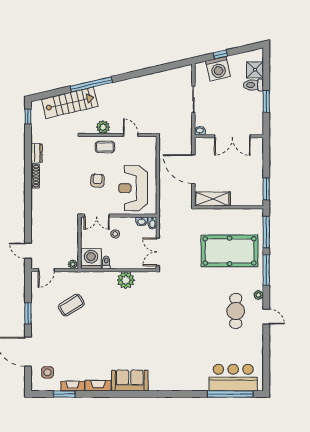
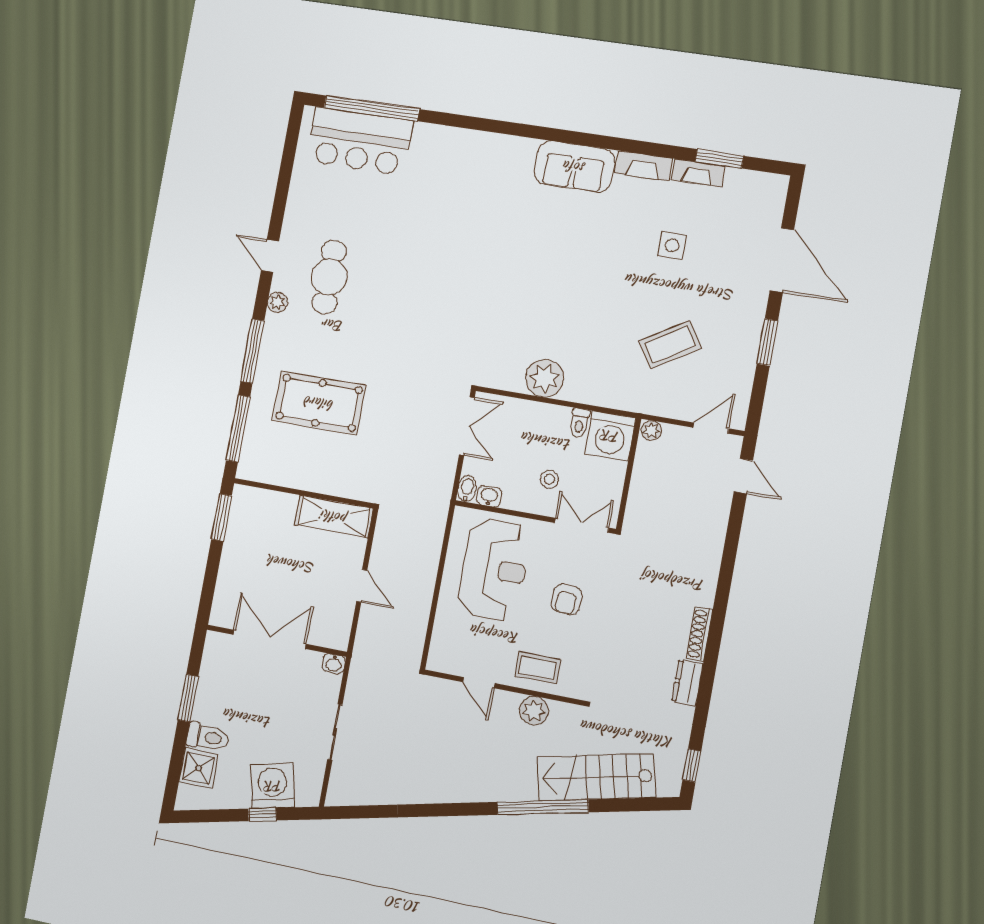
door: (193, 169) -> (362, 586), width x0.53
pool table: (230, 251) -> (319, 403), width x0.73, depth x0.76
side table: (47, 372) -> (672, 245), moved

